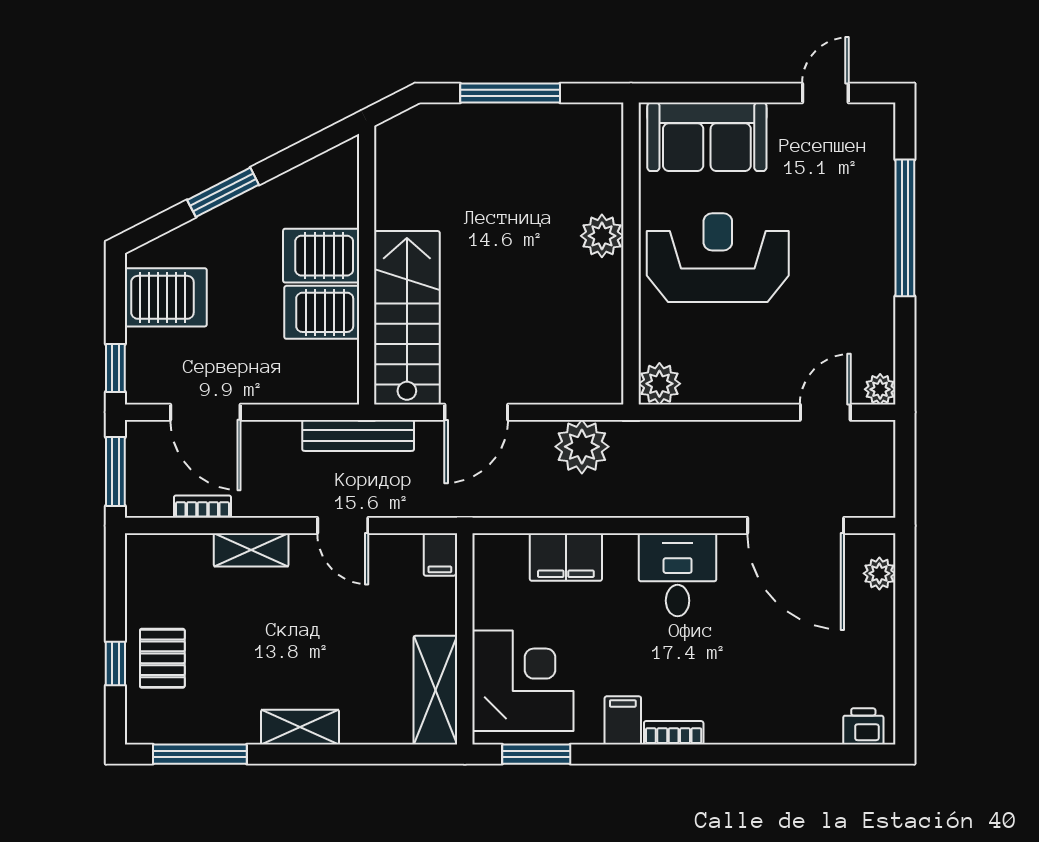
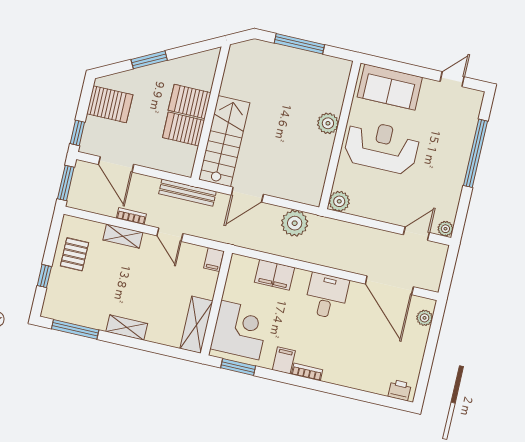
bookcase: (202, 507) -> (131, 216), moved
pallet: (162, 658) -> (74, 254), moved

